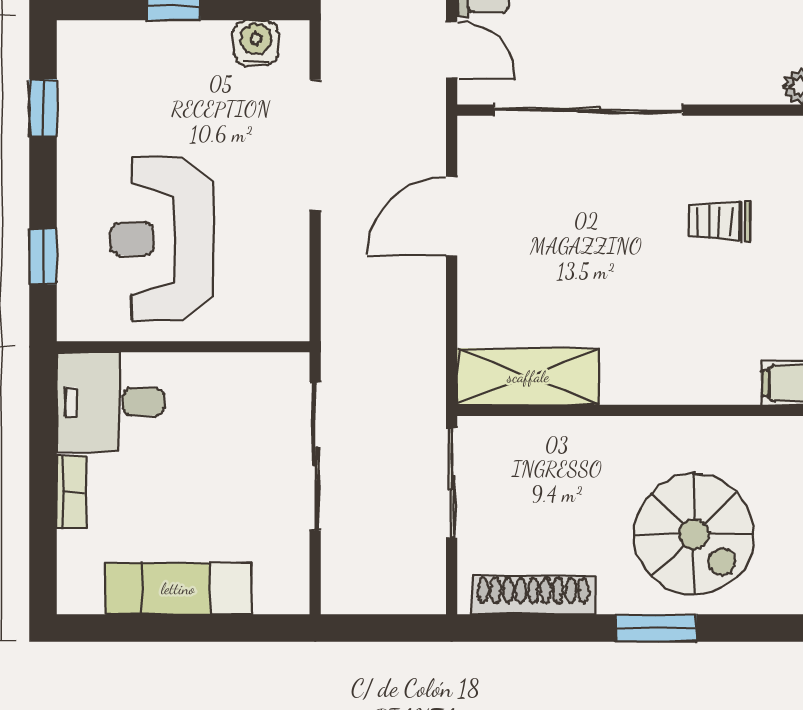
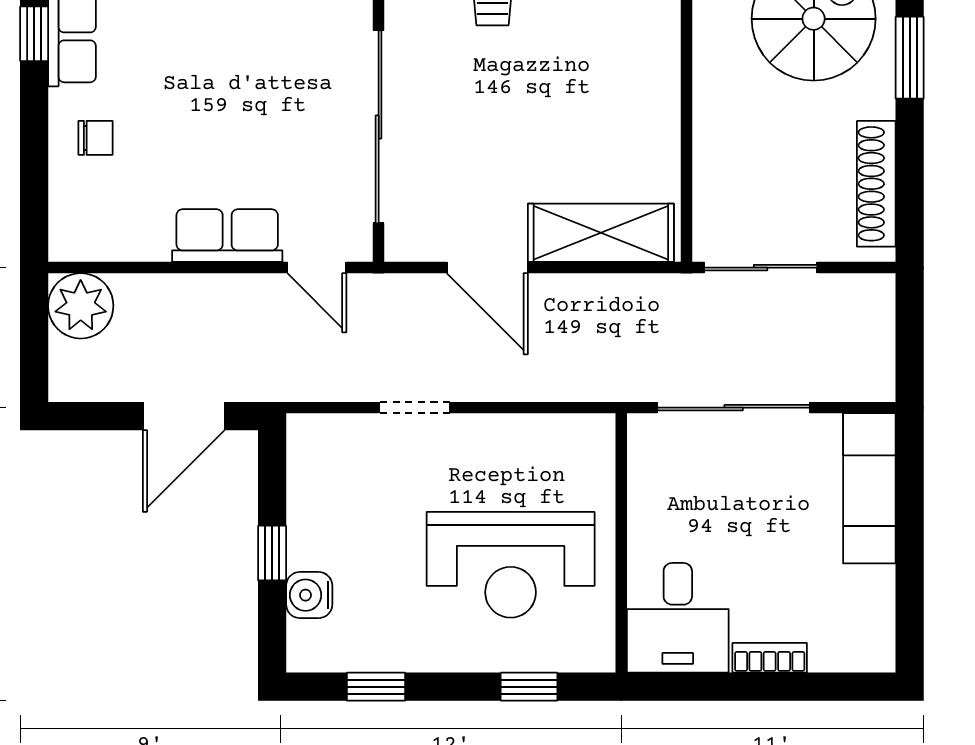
water cooler: (256, 43) -> (309, 595), moved
door: (452, 50) -> (317, 268), swing flipped
doorway: (315, 145) -> (414, 408), width x0.53
shelving: (528, 377) -> (601, 233), moved, turned 90
exam couch: (178, 589) -> (869, 488), moved

